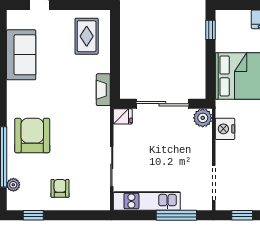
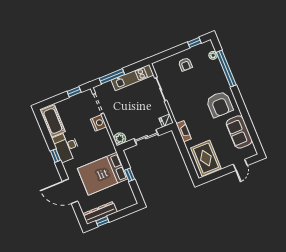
window: (210, 30) -> (130, 175), moved
rug: (87, 36) -> (206, 158), width x1.36, depth x1.43
sliding door: (162, 104) -> (146, 137), width x0.73
nightstand: (225, 129) -> (98, 123), moved
armchair: (32, 136) -> (220, 104), moved

